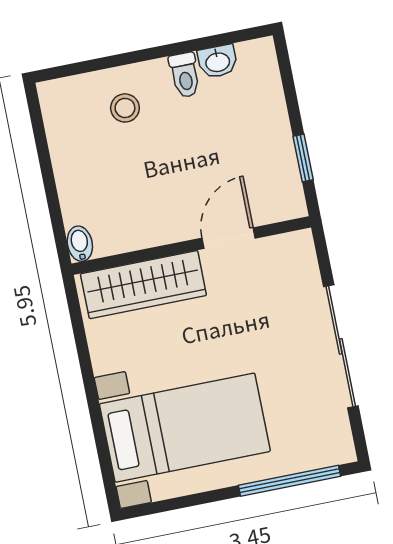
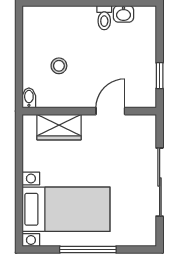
stool: (125, 108) -> (59, 66), moved
wardrobe: (143, 285) -> (59, 127), width x0.67
window: (290, 481) -> (88, 250), moved

